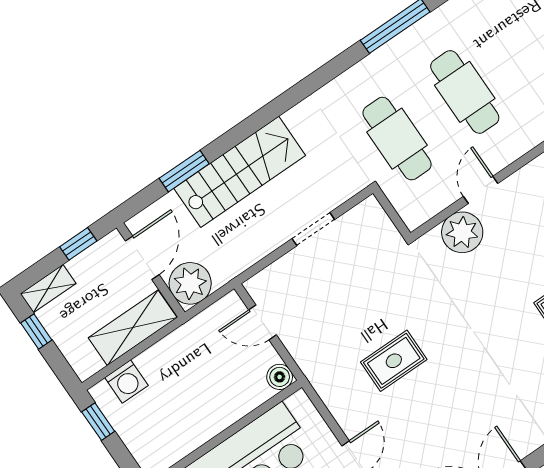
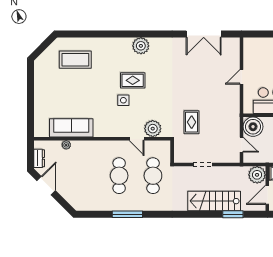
door: (481, 190) -> (137, 139), hinge flipped
rug: (394, 361) -> (192, 122), moved, turned 90
boiler: (280, 377) -> (253, 127), width x1.86, depth x1.86

